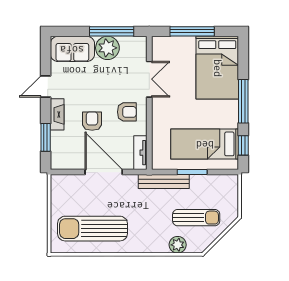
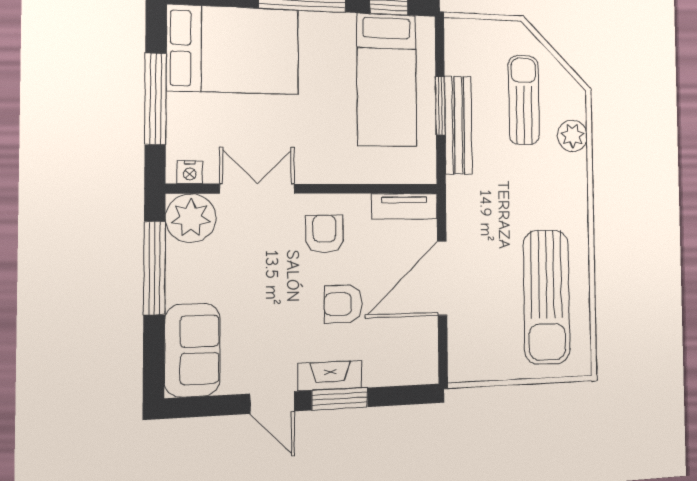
nightstand: (157, 47) -> (190, 172), added
plant: (107, 48) -> (191, 218), moved
window: (46, 137) -> (340, 399), moved
bench: (164, 182) -> (458, 125), moved

